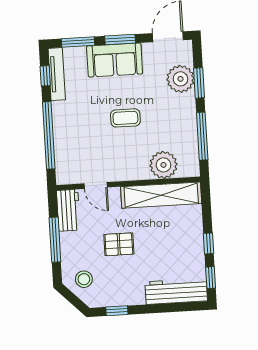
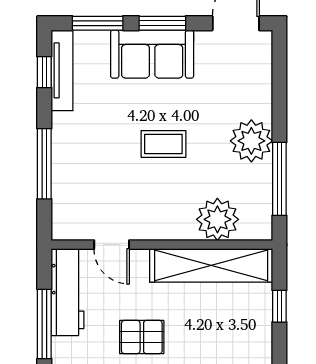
plant: (180, 79) -> (251, 141), moved
window: (199, 83) -> (279, 97), removed
window: (49, 135) -> (44, 164), width x0.68
workbench: (68, 210) -> (67, 292), width x1.37
window: (209, 244) -> (279, 306), moved

